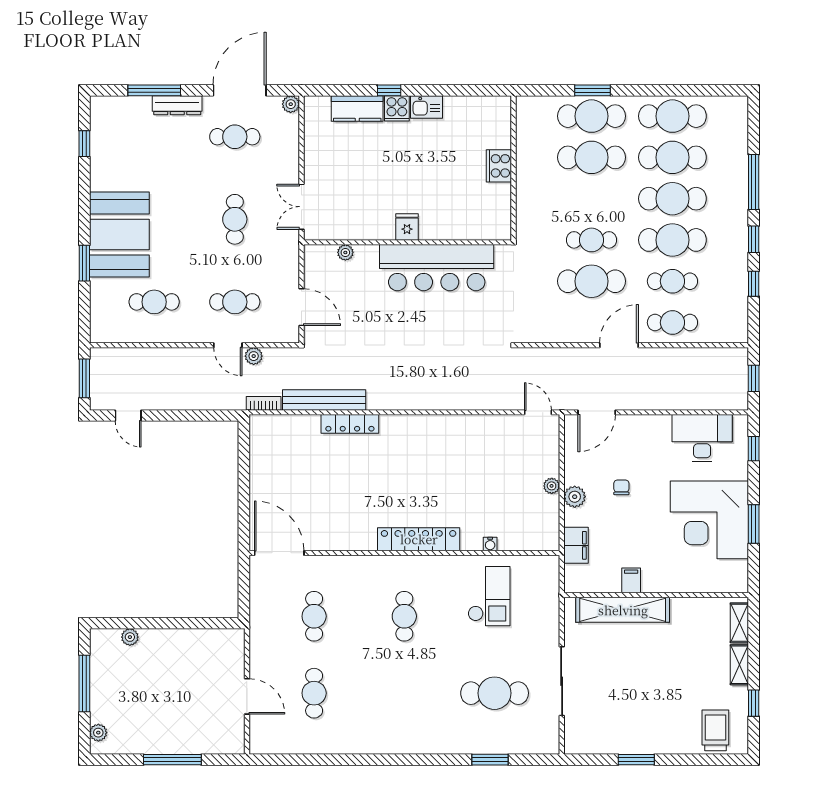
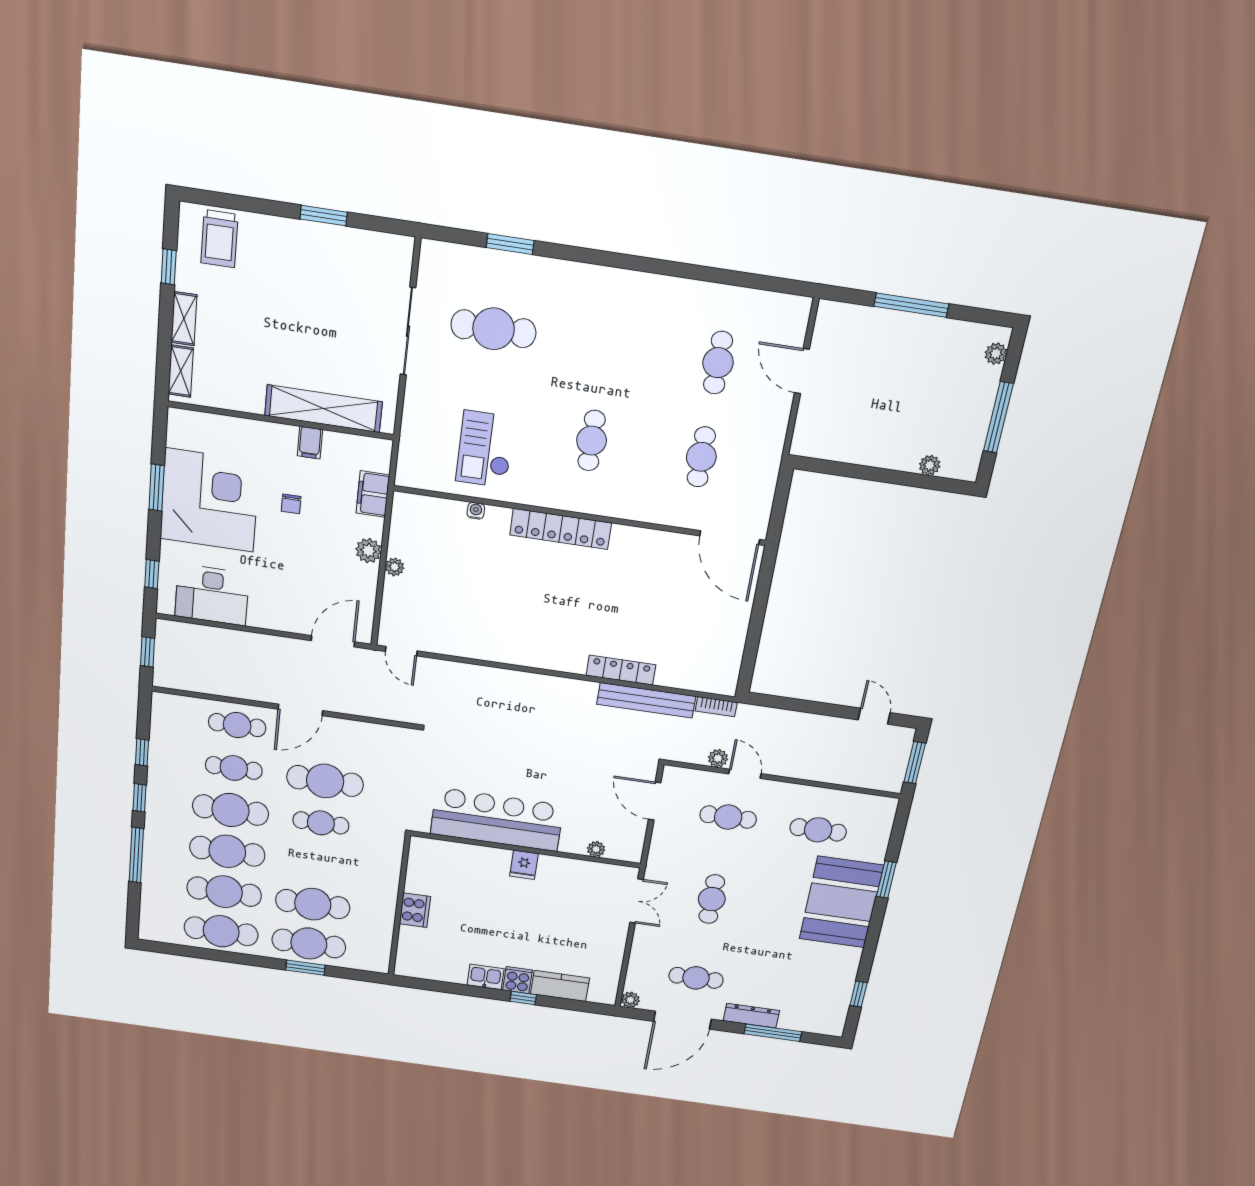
chair: (621, 487) -> (291, 504), moved

